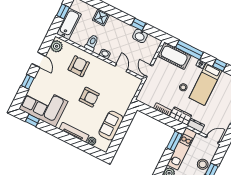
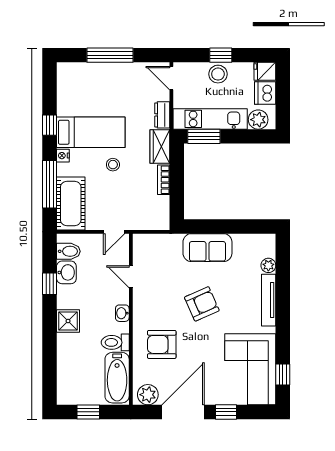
shower: (101, 17) -> (68, 321), moved
bathtub: (69, 24) -> (117, 378), moved, turned -90
bidet: (150, 42) -> (68, 251), added
door: (39, 60) -> (183, 412), width x1.88
door: (121, 68) -> (131, 277), hinge flipped
armchair: (89, 97) -> (202, 304), turned 66
sofa: (111, 126) -> (207, 248), moved

